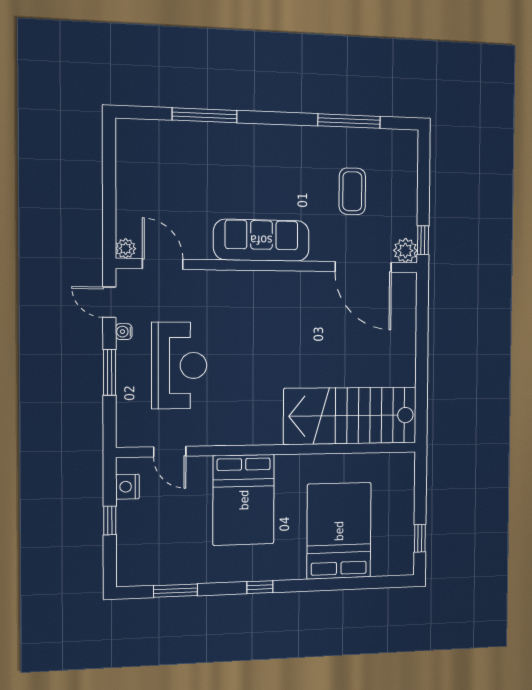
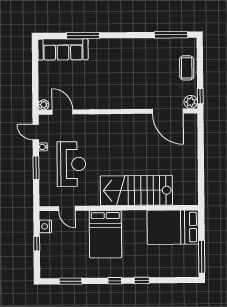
window: (349, 121) -> (171, 35), moved
coffee table: (352, 191) -> (187, 68), moved
sofa: (261, 240) -> (63, 49), moved, turned 180
stairs: (350, 416) -> (136, 190), moved
bed: (339, 531) -> (173, 227), moved, turned -90
window: (420, 538) -> (202, 257), width x2.17
window: (310, 585) -> (142, 280), added

